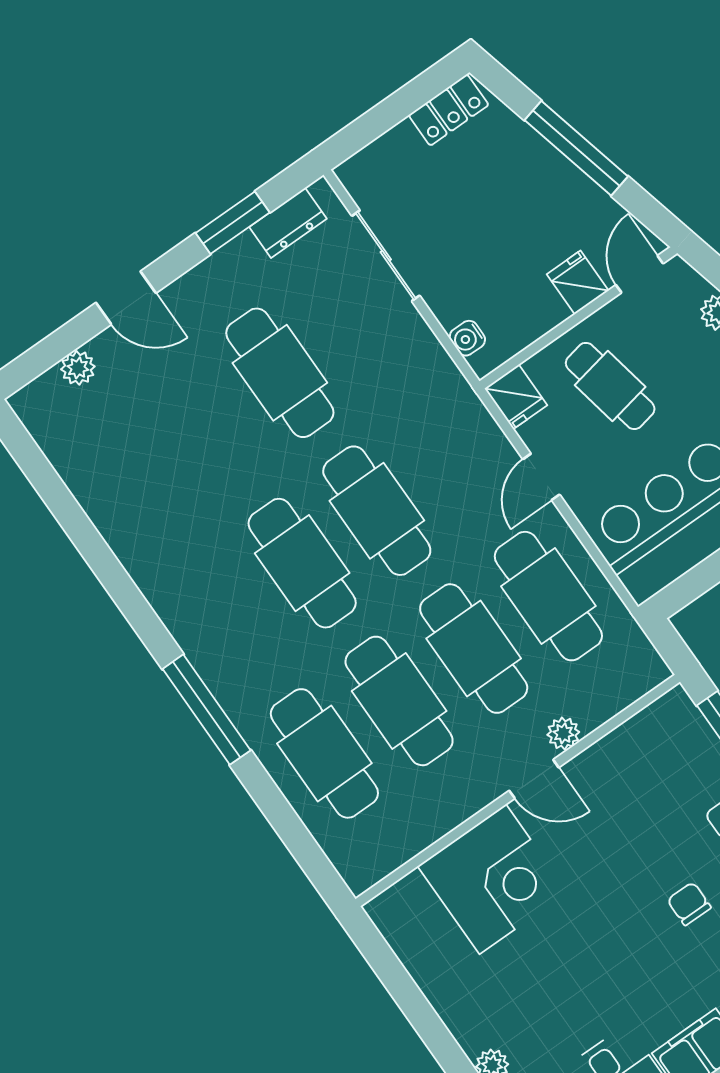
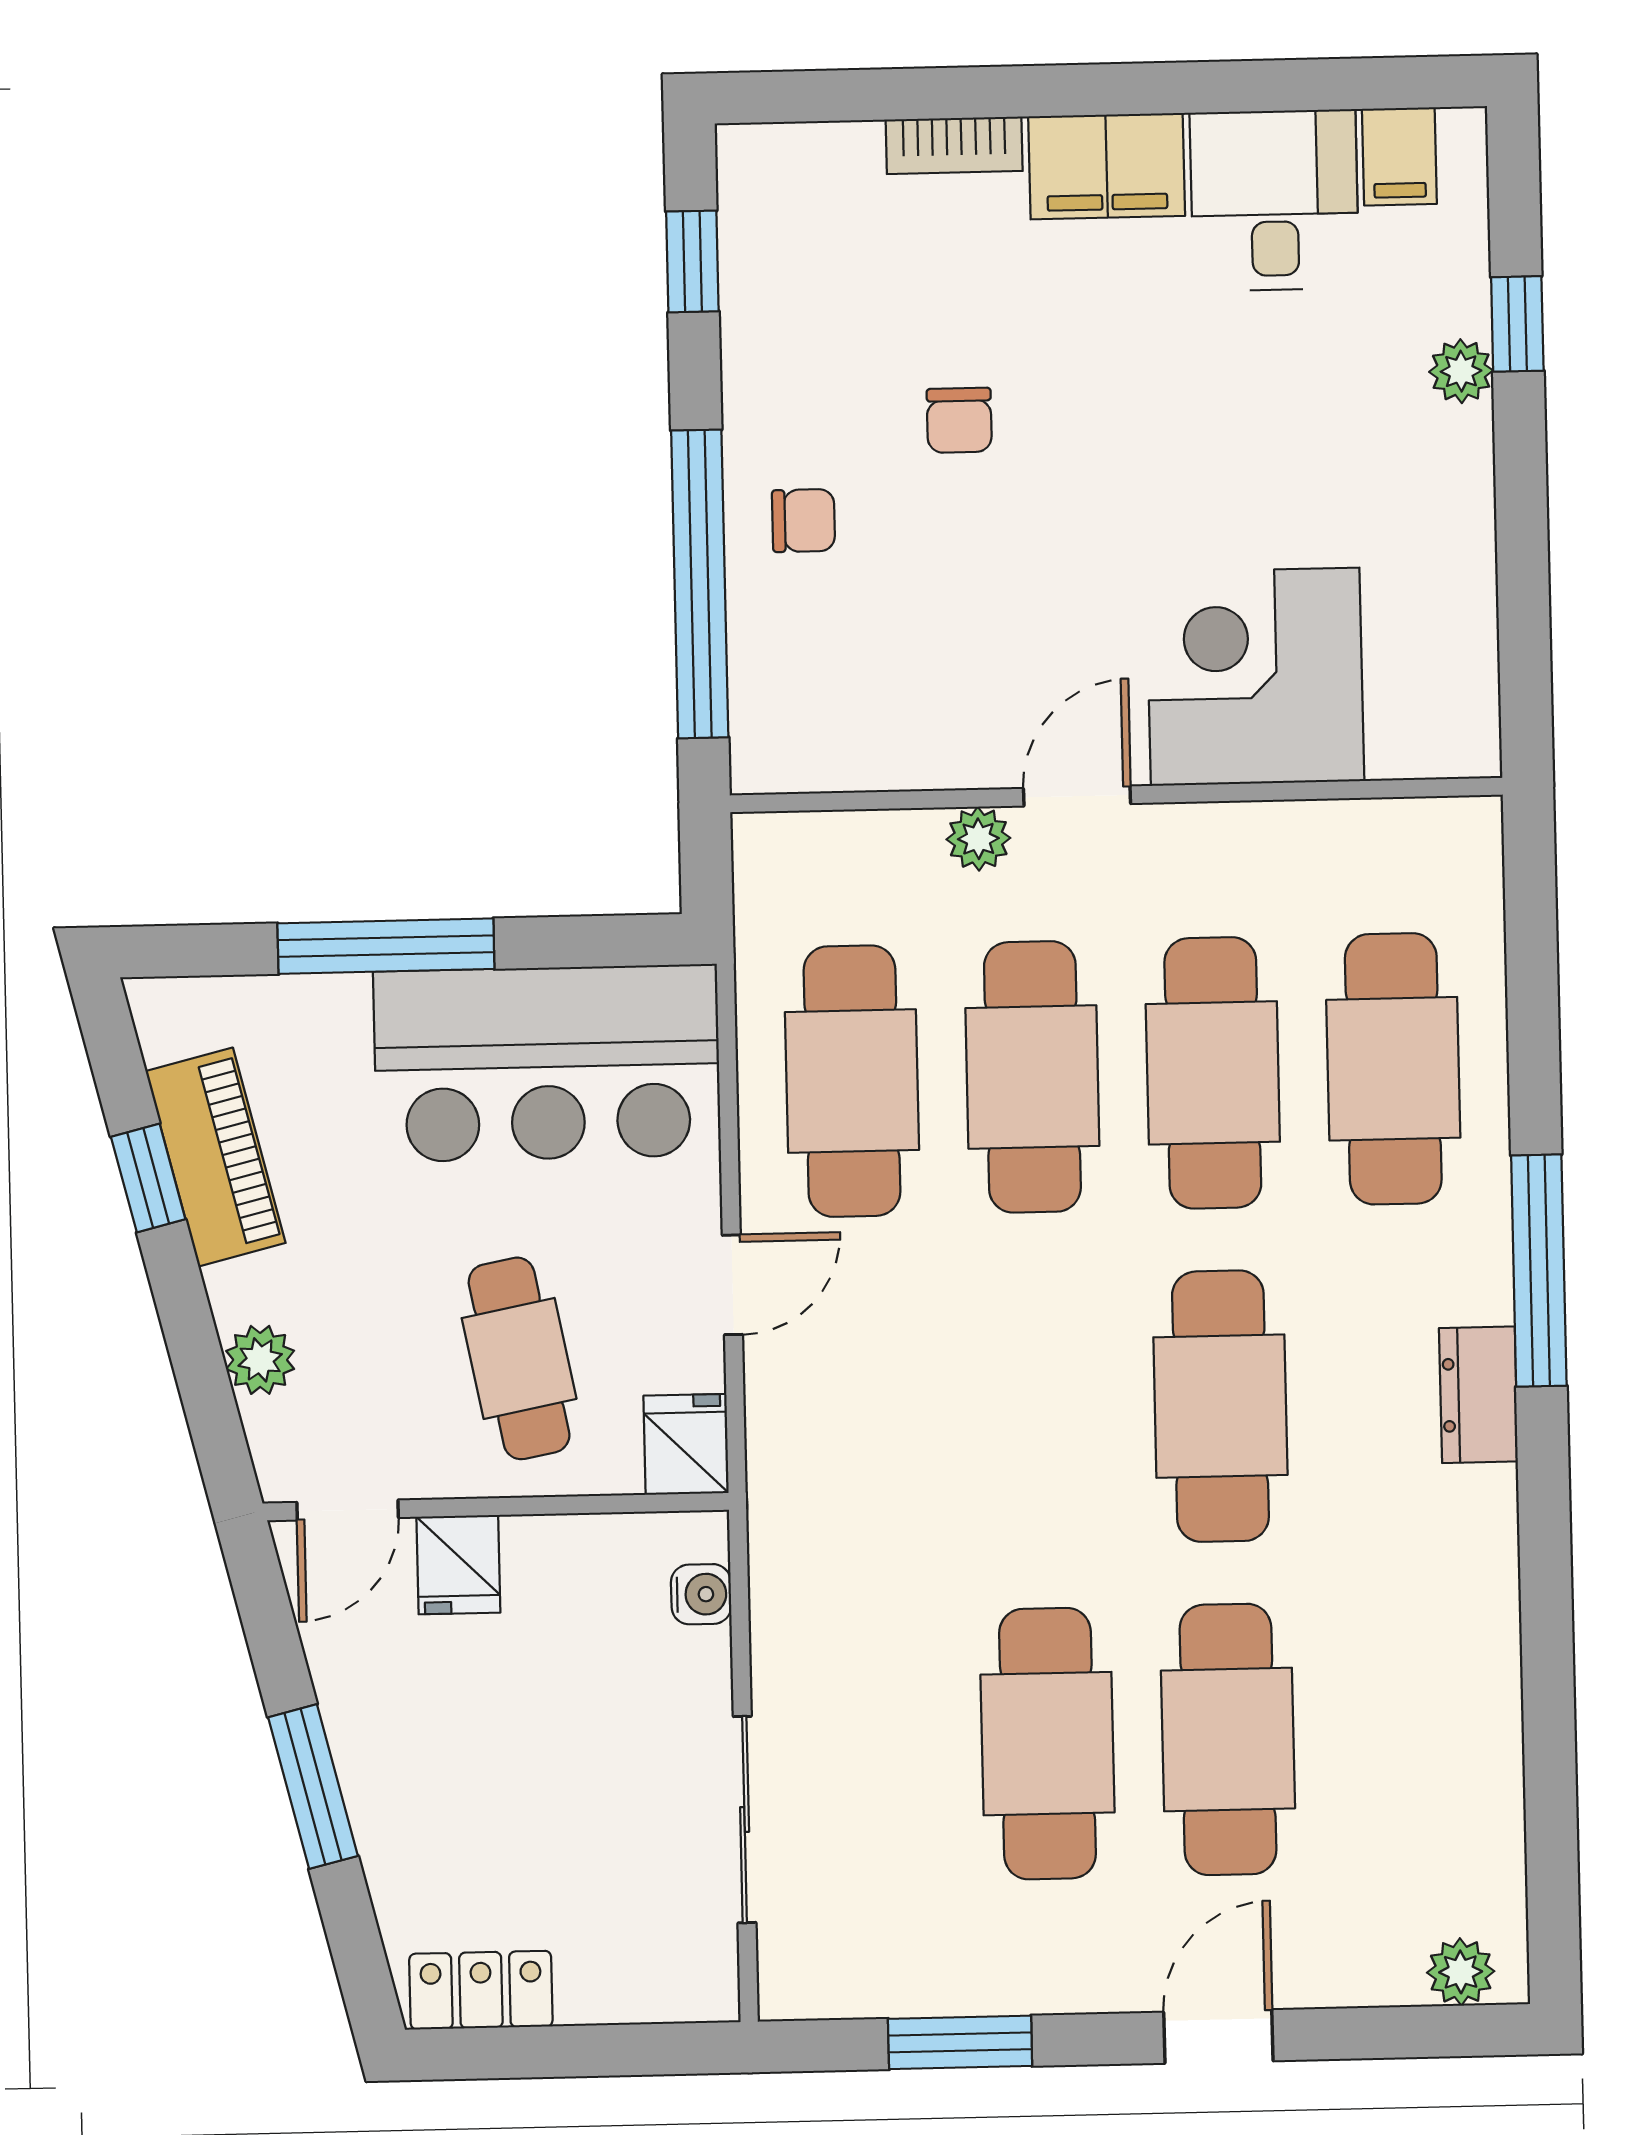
window: (576, 148) -> (313, 1787), width x0.69
dresser: (288, 223) -> (1478, 1395), moved, turned -90
door: (126, 298) -> (1218, 2036), hinge flipped
plant: (78, 368) -> (1461, 1972), moved
cafe table: (377, 511) -> (1228, 1739), moved
door: (534, 779) -> (1077, 796), hinge flipped

